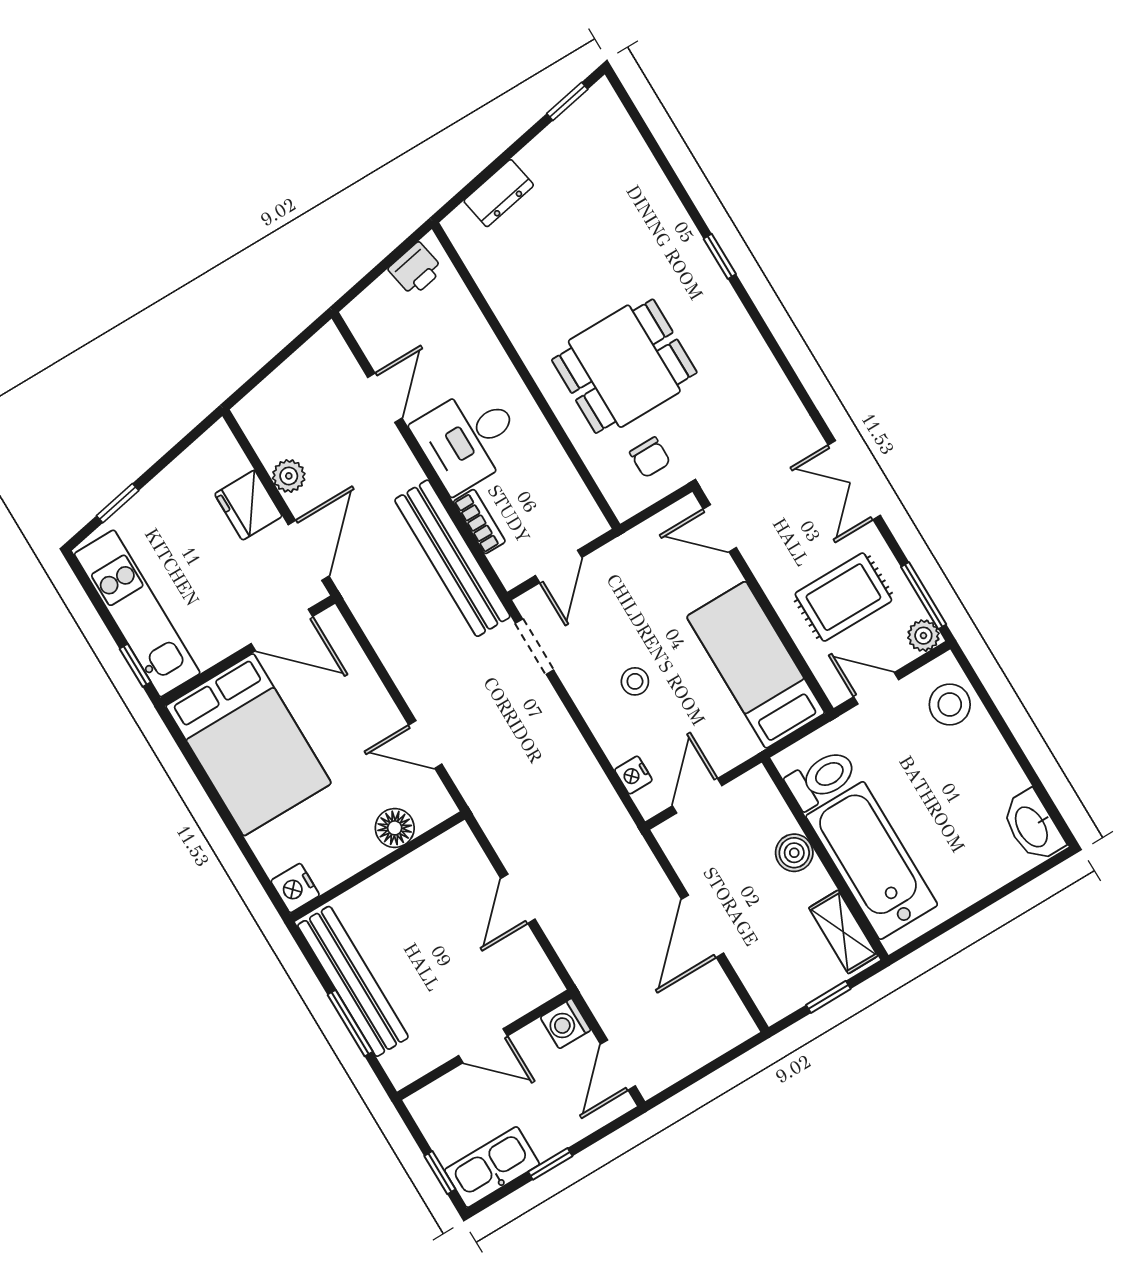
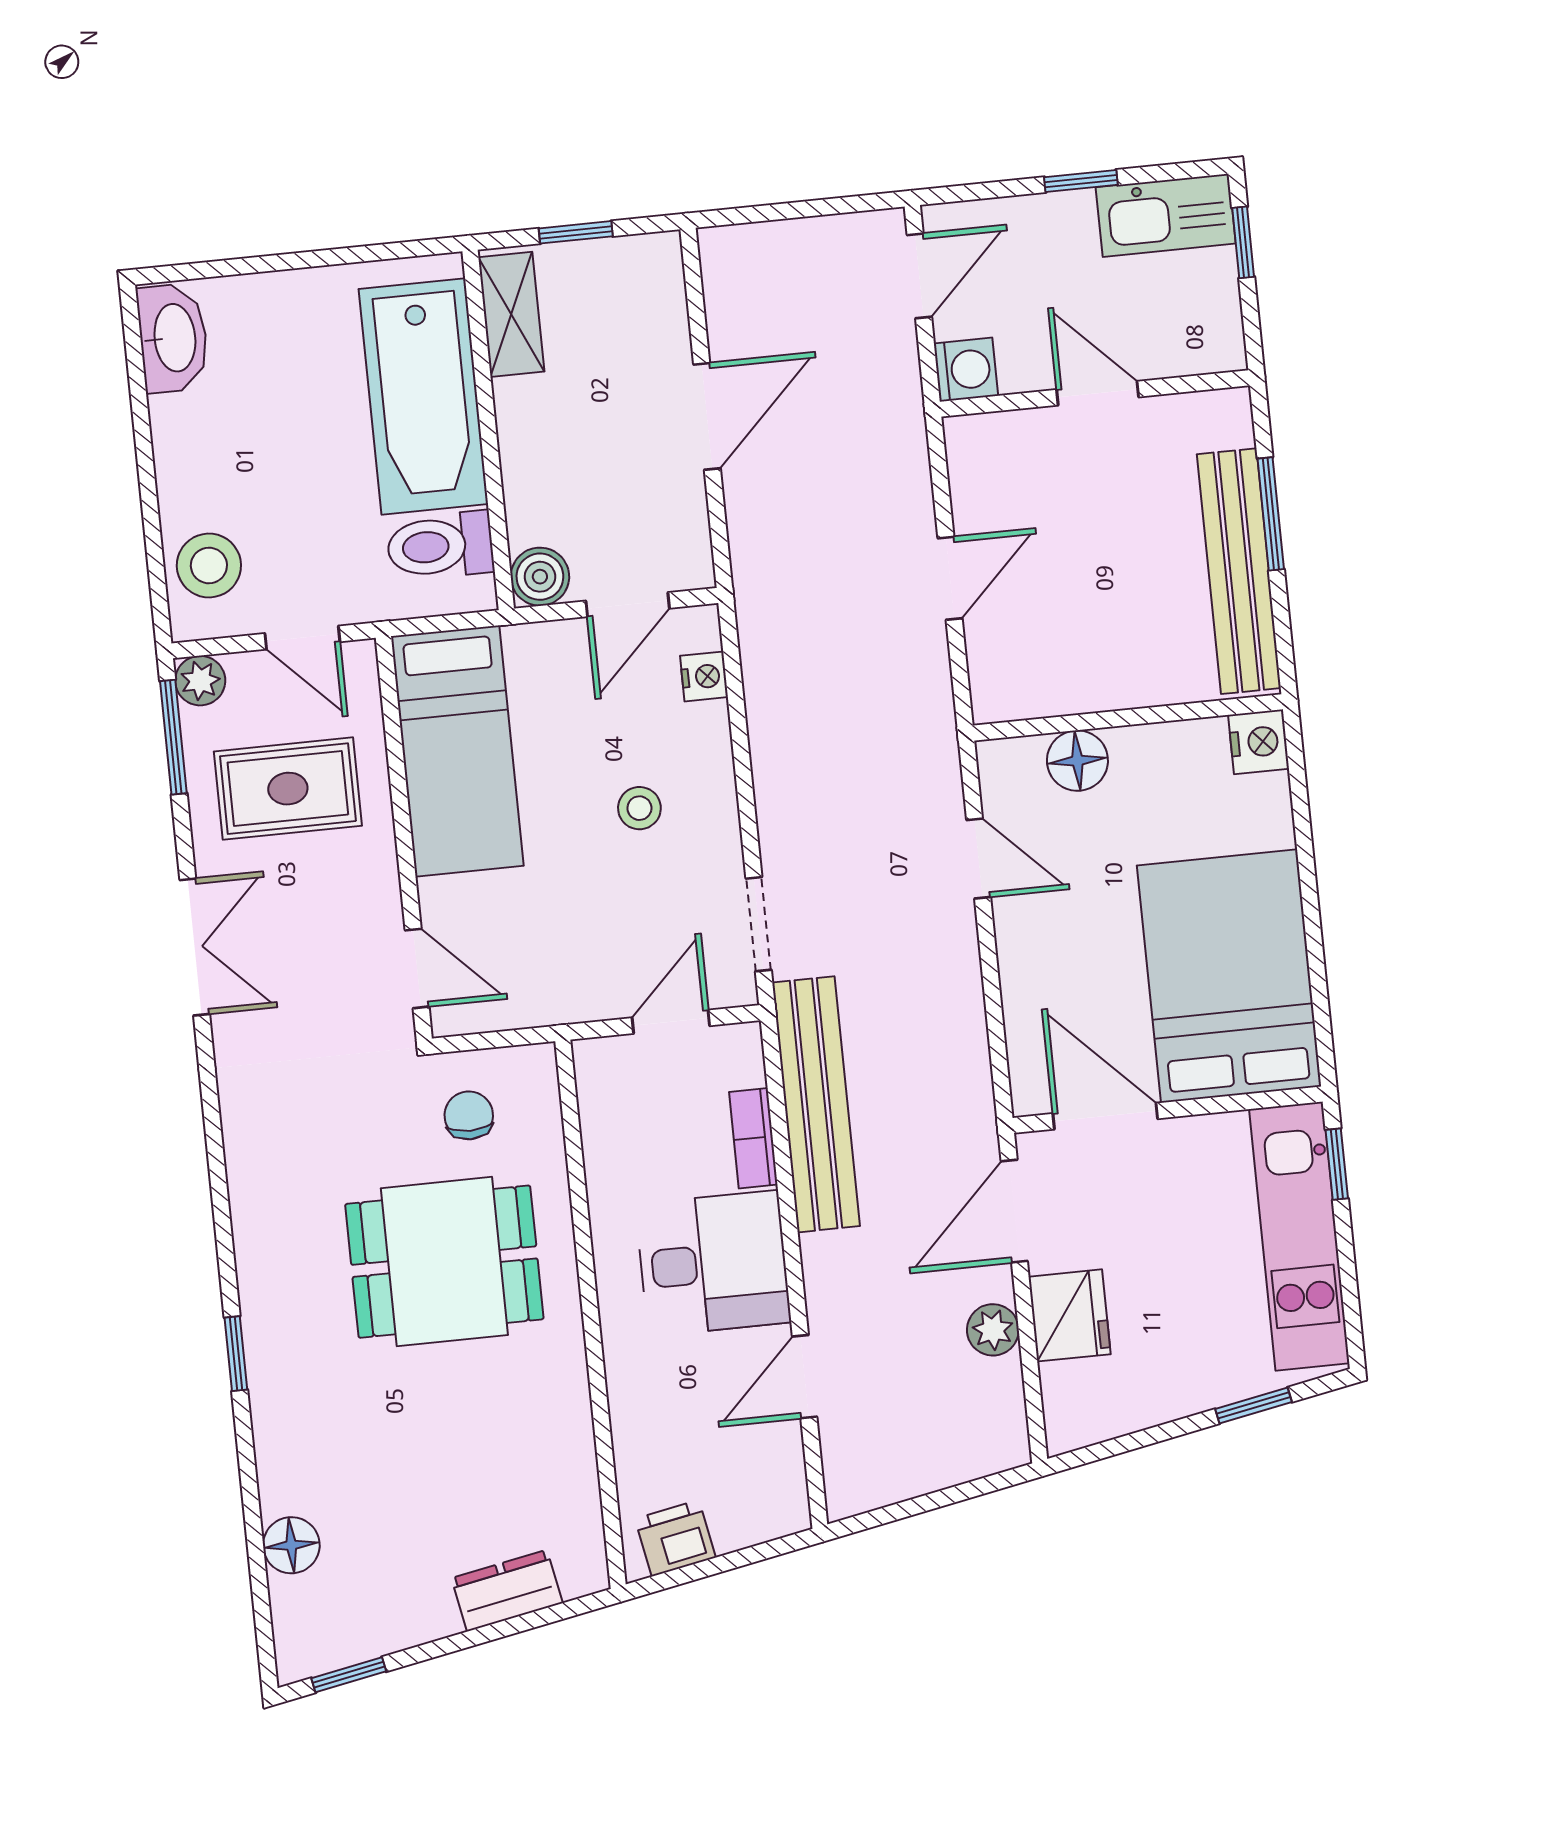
floor lamp: (636, 161) -> (291, 1545), added
boiler: (794, 853) -> (540, 577), moved

